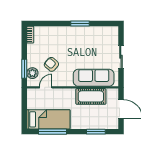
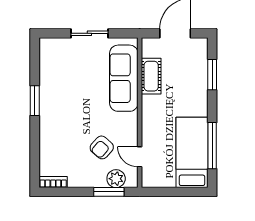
cot: (91, 96) -> (151, 76), width x0.73, depth x0.75

